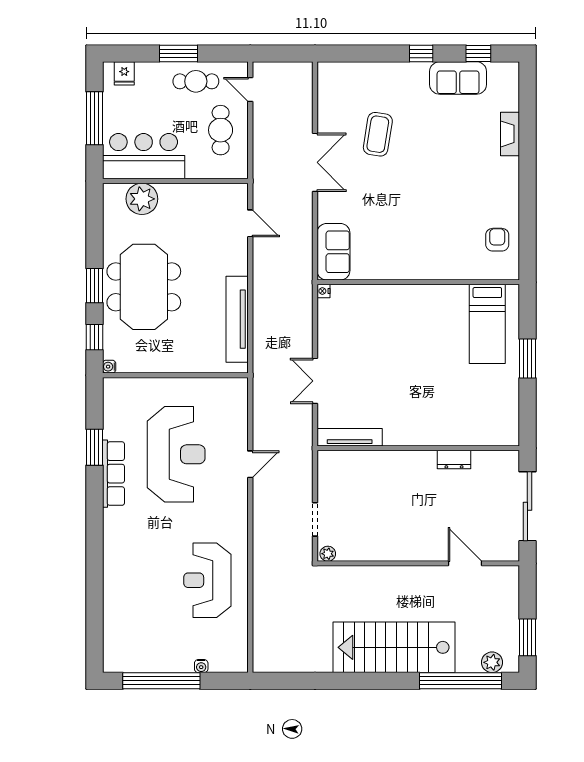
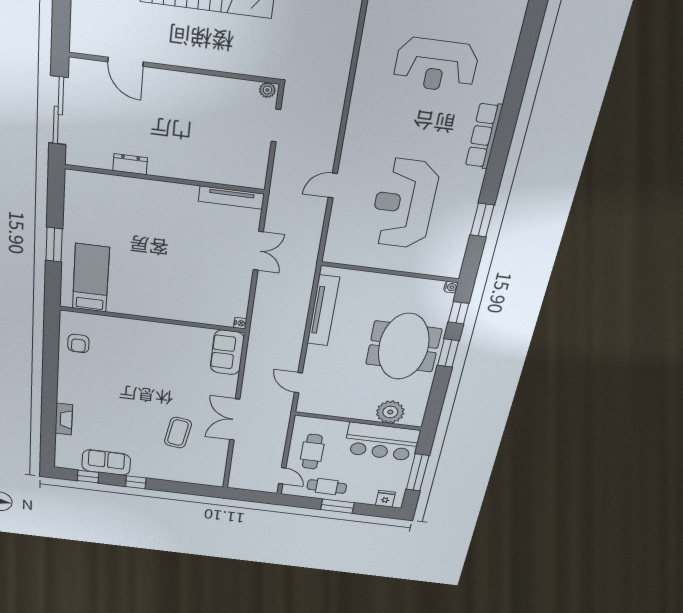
row of seats: (113, 474) -> (484, 136), moved
reception desk: (207, 580) -> (436, 65), moved, turned 90

